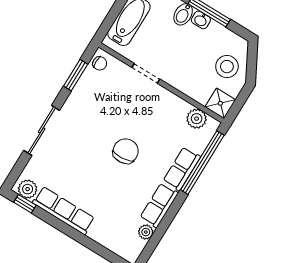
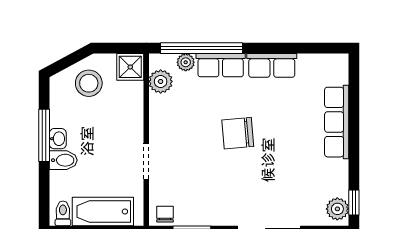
row of seats: (64, 211) -> (337, 122), moved
plant: (146, 232) -> (186, 62), moved

